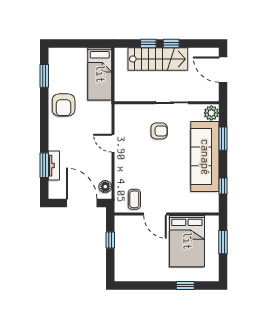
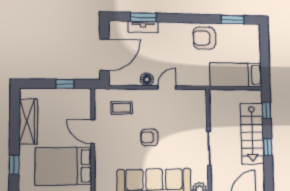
window: (148, 44) -> (266, 110), moved
armchair: (159, 131) -> (149, 137), moved, turned 90
floor lamp: (105, 187) -> (147, 79), moved
coffee table: (134, 199) -> (122, 108), moved
door: (155, 214) -> (93, 131), hinge flipped
wardrobe: (146, 273) -> (28, 122), added

